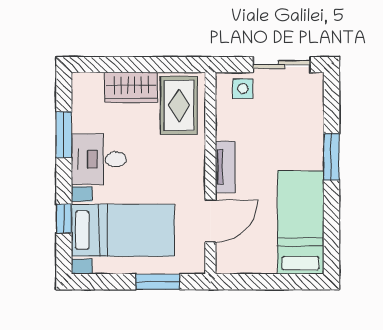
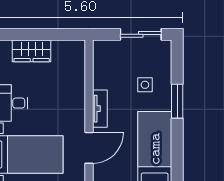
side table: (243, 89) -> (145, 85), moved
rug: (179, 105) -> (66, 64), removed

